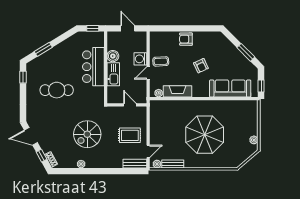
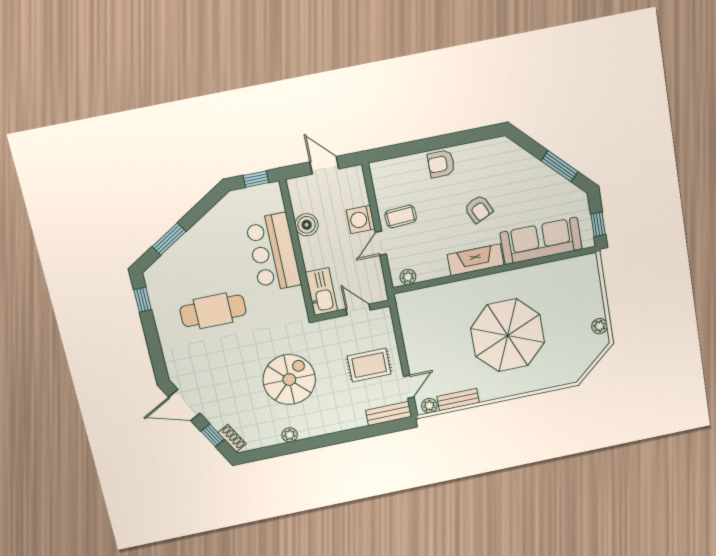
kitchen sink: (113, 74) -> (321, 292), moved
fireplace: (178, 91) -> (476, 260), moved
spiral stairs: (87, 134) -> (289, 380), turned 180

